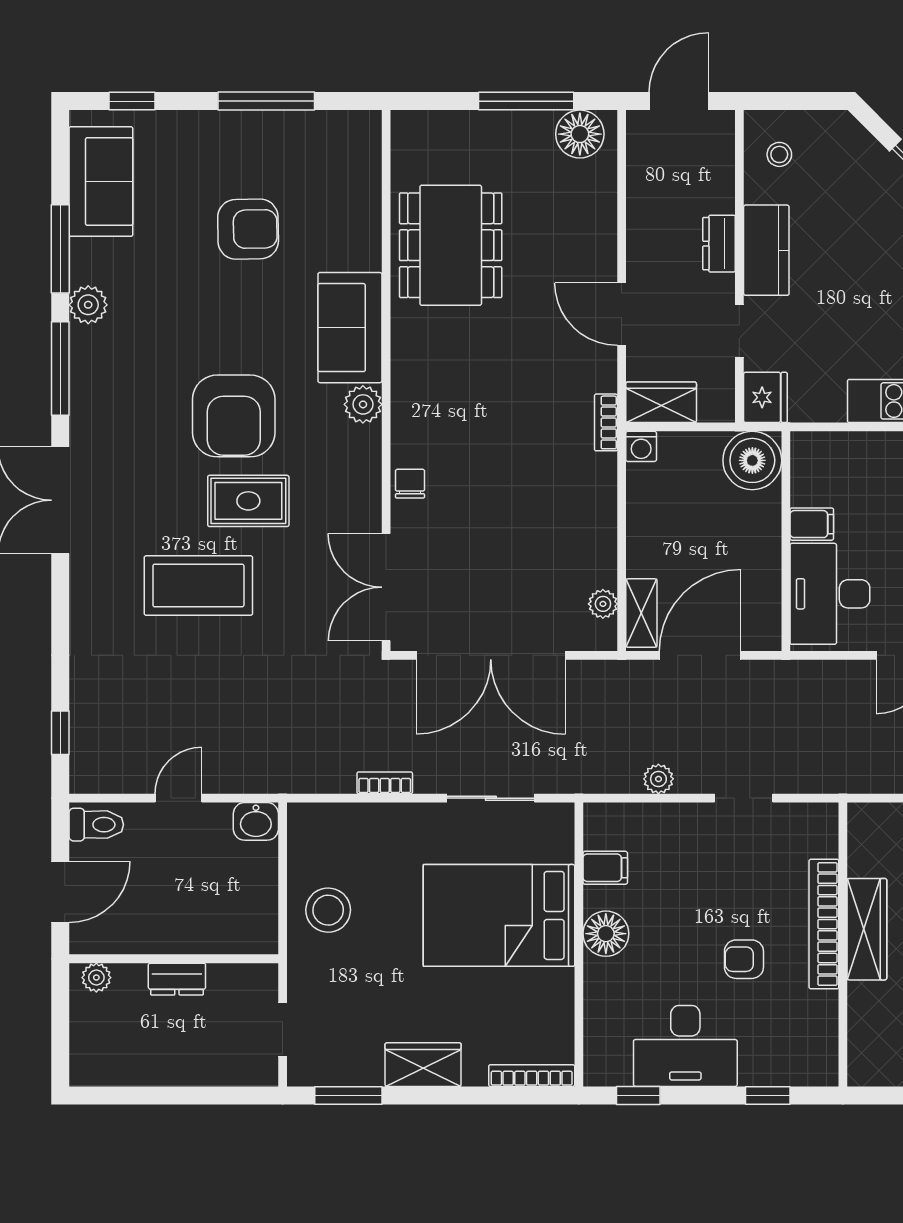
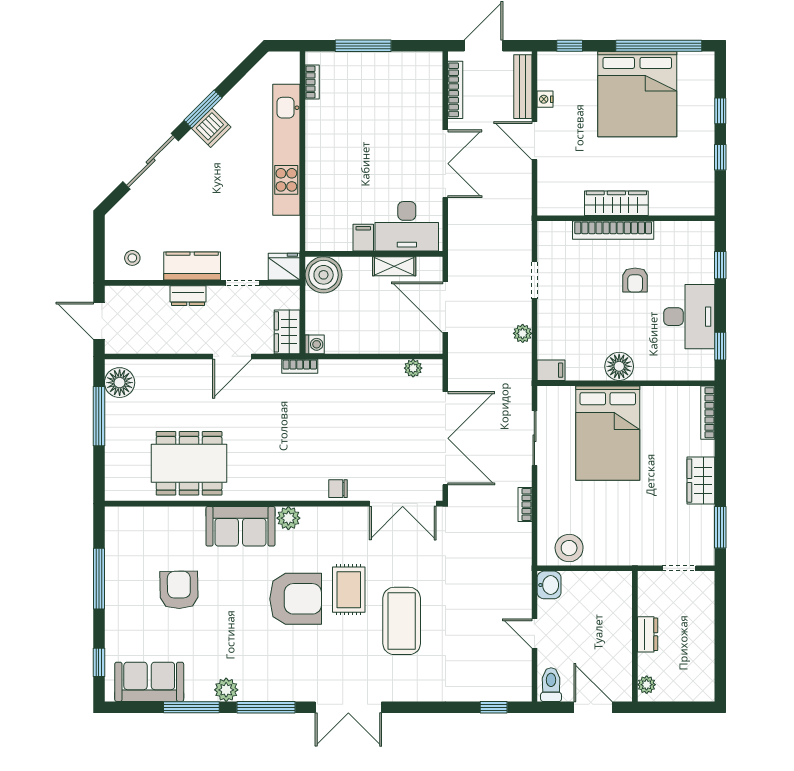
shelving: (641, 613) -> (394, 266), moved
filing cabinet: (605, 868) -> (551, 370), moved, turned 90
stool: (328, 910) -> (569, 548), moved

